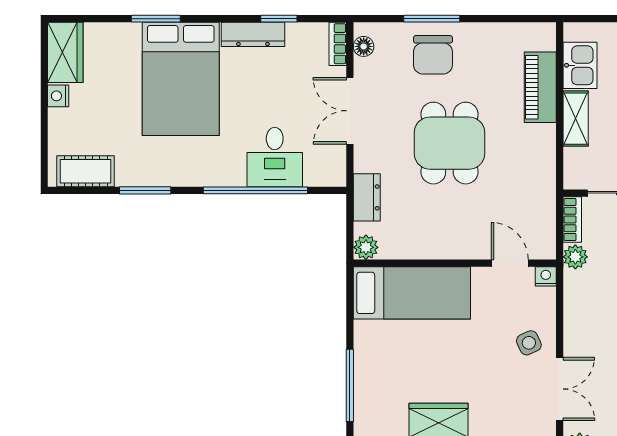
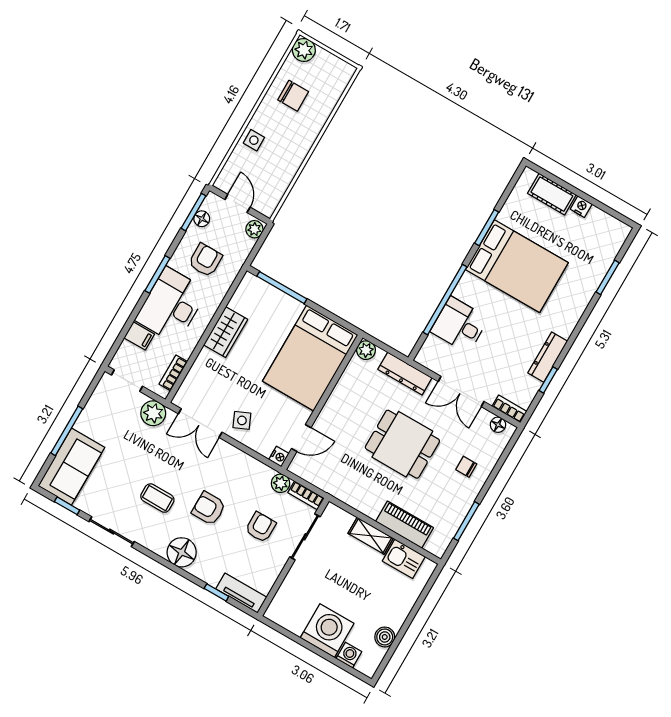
window: (156, 19) -> (608, 277), moved
window: (432, 19) -> (466, 521), moved
wardrobe: (65, 52) -> (607, 228), removed
chair: (433, 55) -> (466, 467), width x0.54, depth x0.54
bed: (181, 79) -> (517, 266), moved, turned 180
double door: (350, 111) -> (461, 391), swing flipped
cot: (86, 171) -> (552, 194), moved, turned 90
dresser: (367, 197) -> (405, 374), width x1.44
bed: (412, 293) -> (310, 358), width x1.50

